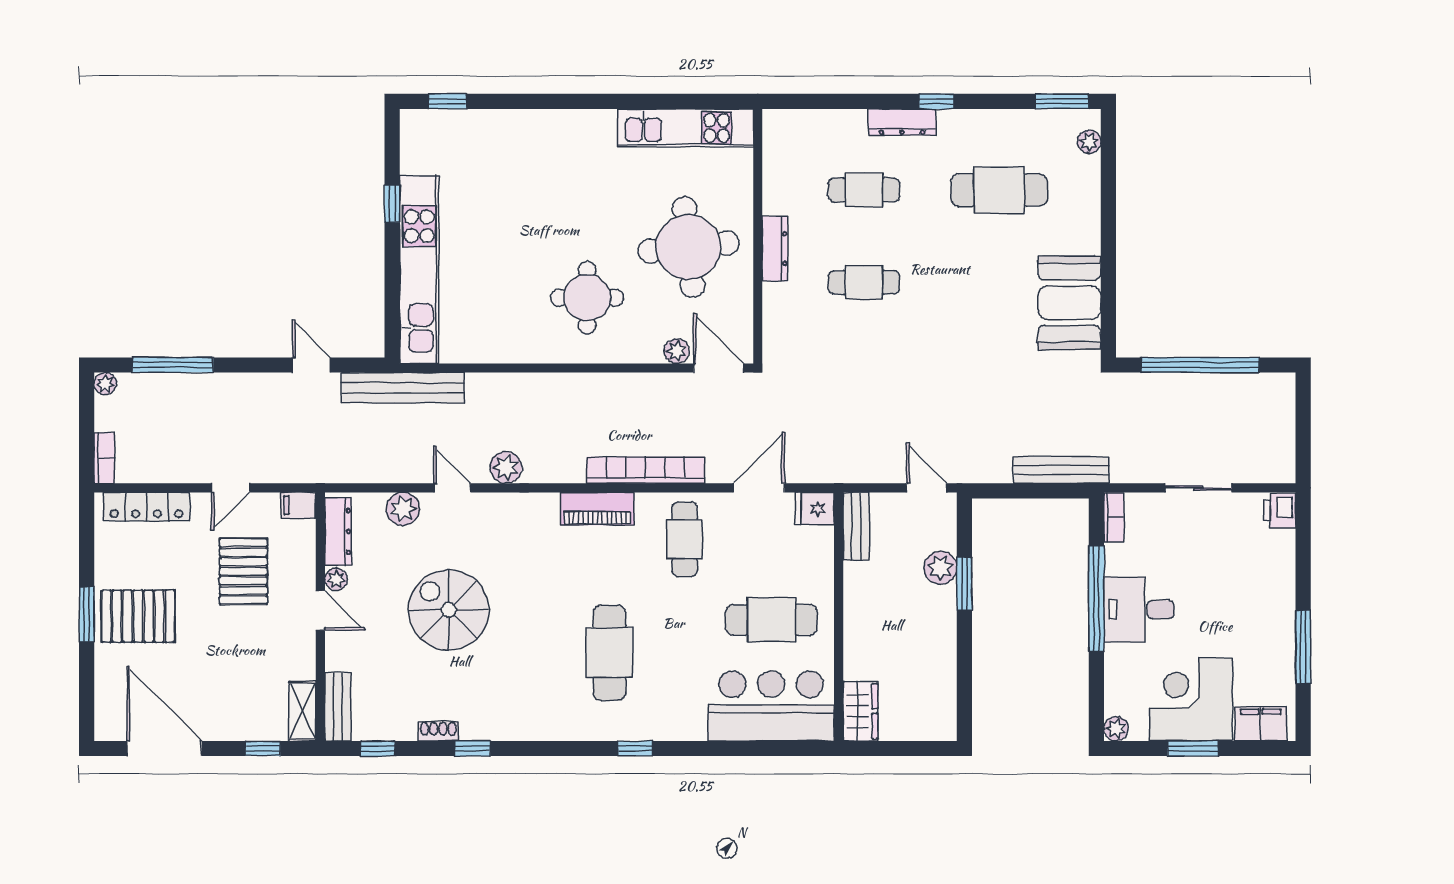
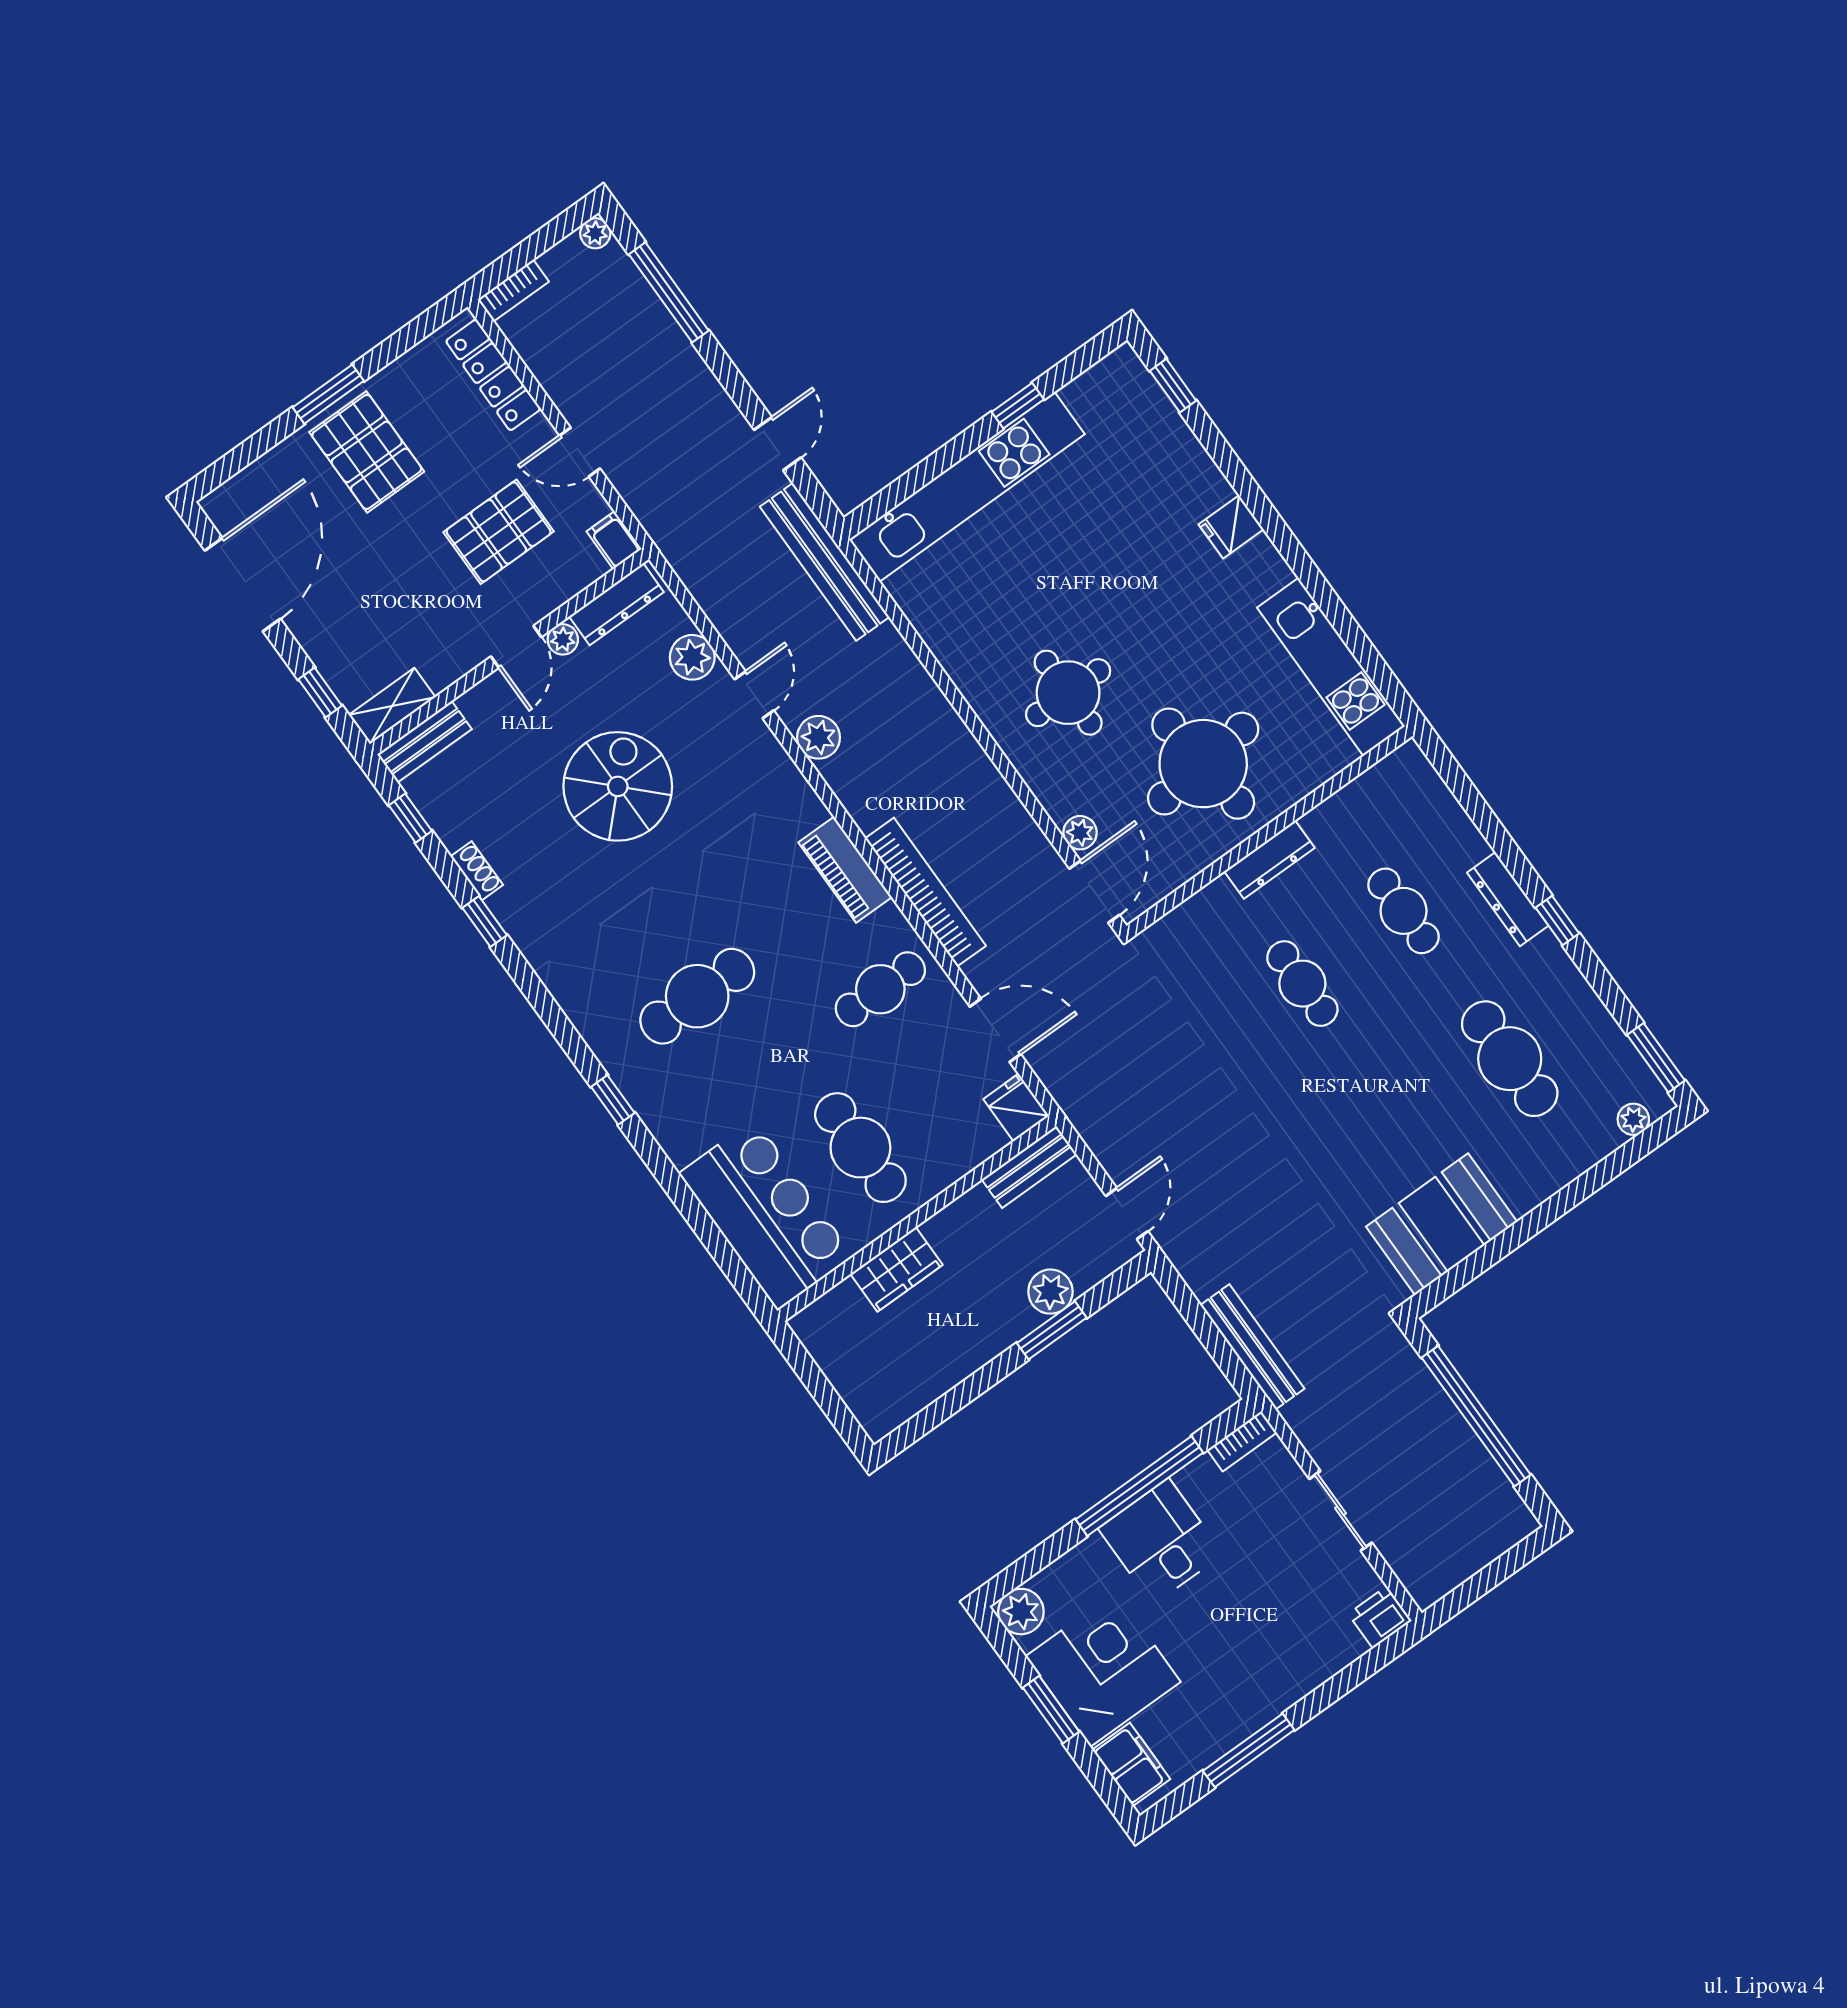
fridge: (558, 127) -> (1231, 527), added
wardrobe: (860, 711) -> (896, 1269), moved
plant: (1116, 729) -> (1021, 1612), width x1.38, depth x1.38

